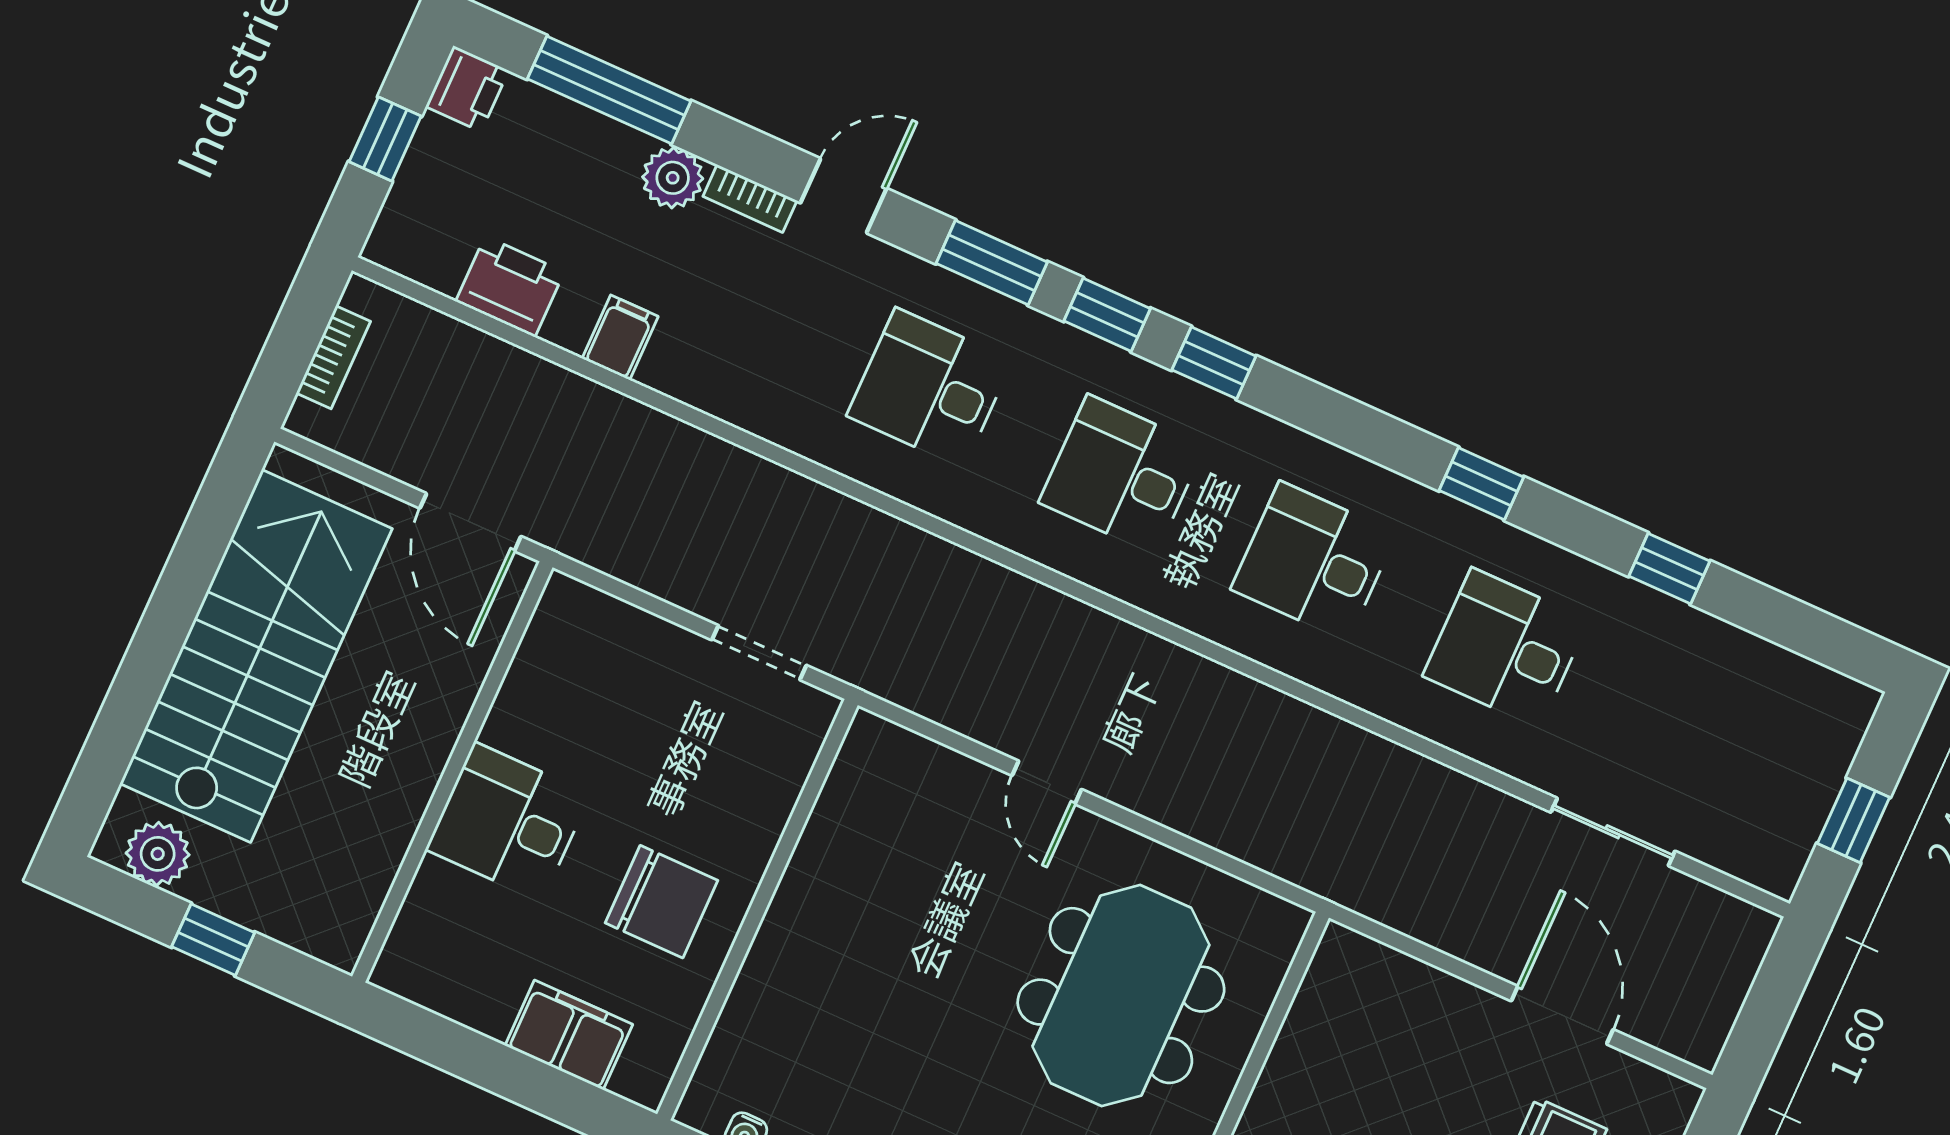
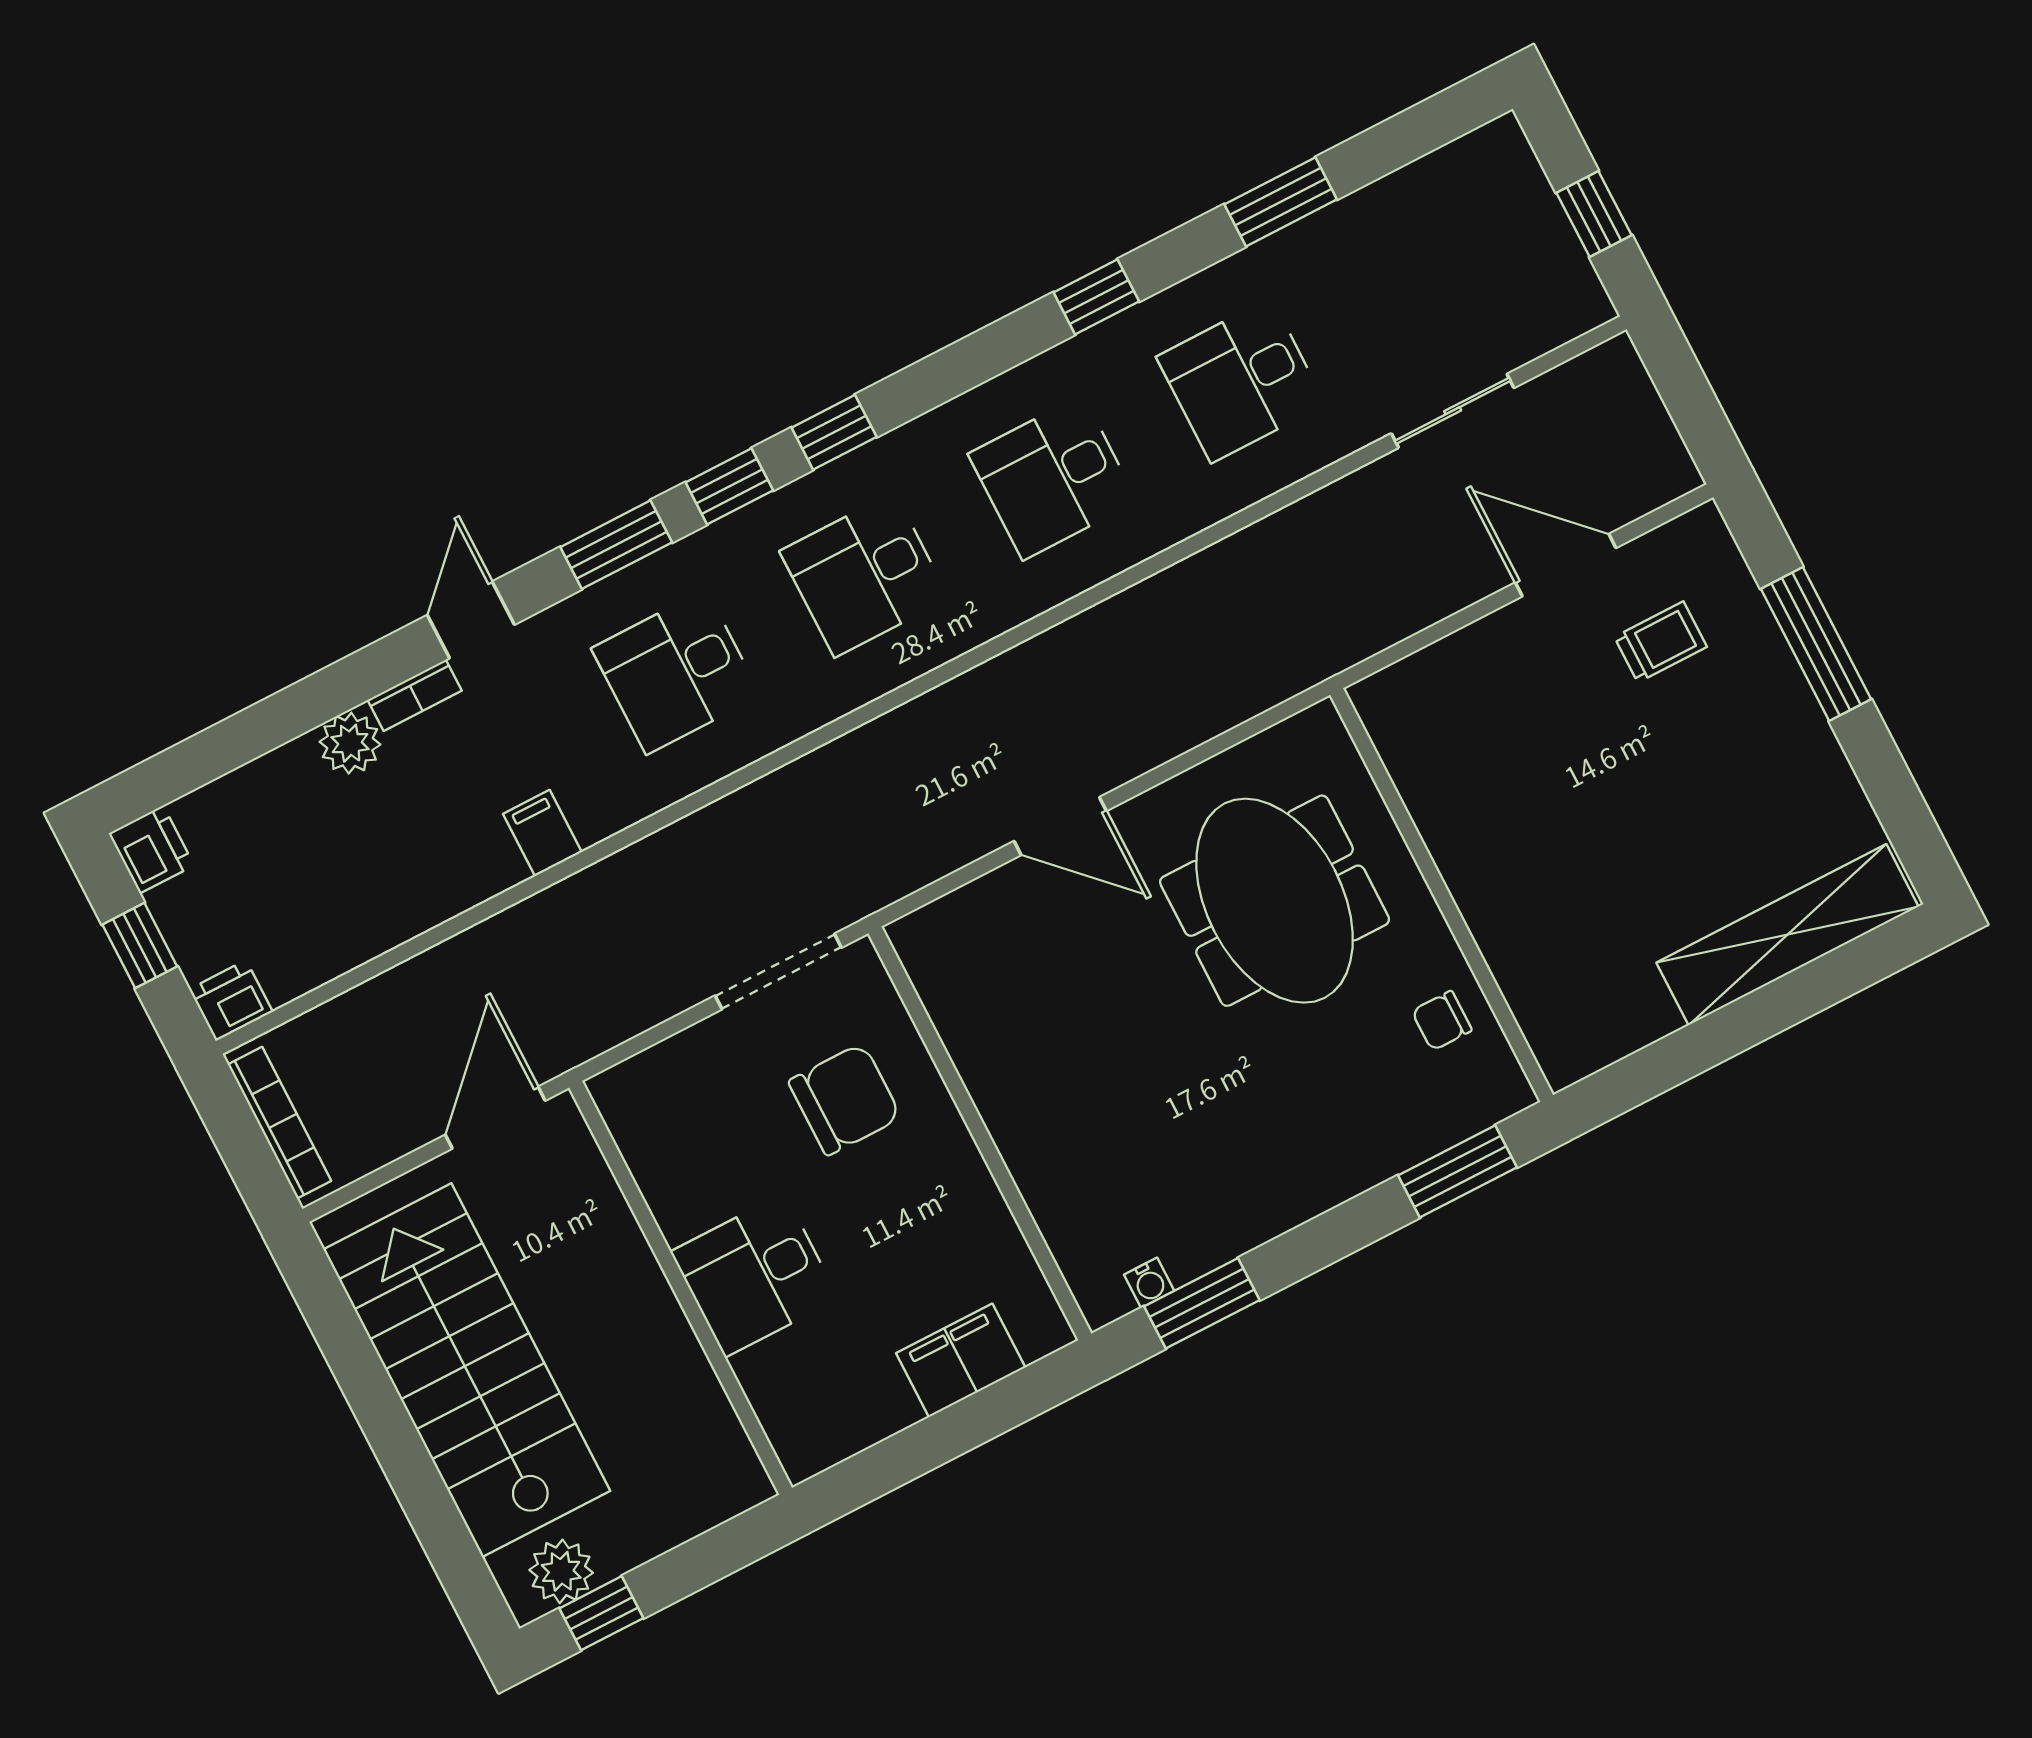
window: (609, 90) -> (241, 738), removed
printer: (510, 287) -> (231, 1001), moved, width x0.73, depth x0.81
filing cabinet: (620, 337) -> (542, 833), moved
bookcase: (333, 357) -> (280, 1123), width x1.56
door: (470, 522) -> (495, 1118), swing flipped
window: (1669, 569) -> (1281, 202), width x1.50
doorway: (759, 653) -> (778, 972), width x1.38
door: (1047, 782) -> (1060, 826), width x1.38
chair: (661, 902) -> (845, 1099), moved
window: (213, 940) -> (601, 1613), moved

